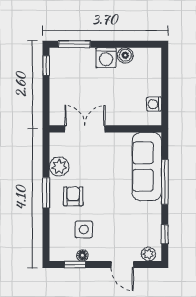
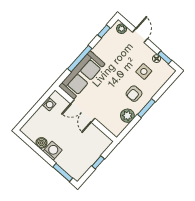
window: (46, 66) -> (98, 162), moved
double door: (85, 129) -> (83, 111), moved

